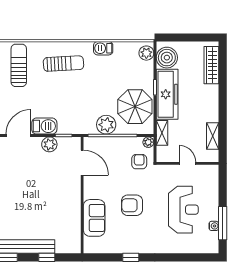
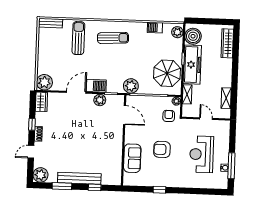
barbecue: (103, 48) -> (155, 28), moved
plant: (106, 125) -> (131, 86), moved
reception desk: (183, 210) -> (201, 154), turned 180

